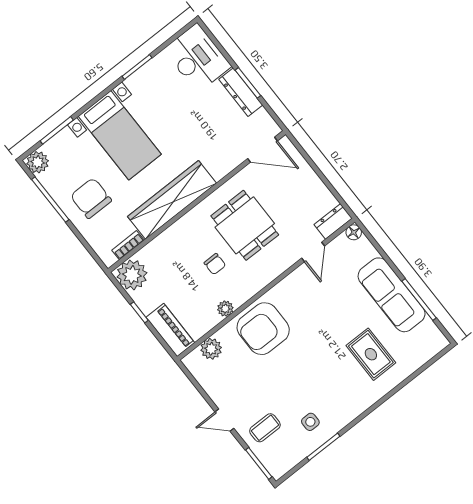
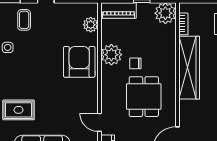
dining table: (245, 225) -> (144, 97), turned 90
plant: (225, 309) -> (111, 55), width x1.88, depth x1.88

